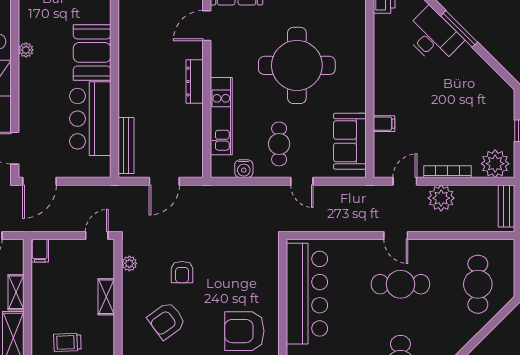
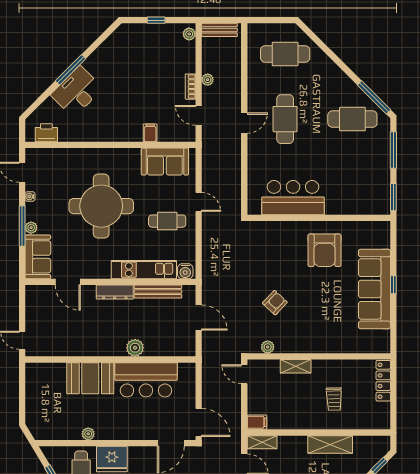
plant: (128, 106) -> (135, 348), added
bench: (126, 146) -> (158, 292), moved
plant: (495, 164) -> (189, 34), width x0.53, depth x0.53
water cooler: (244, 169) -> (185, 271), moved, turned 90
bookcase: (448, 172) -> (190, 87), width x0.64
door: (302, 181) -> (199, 202), hinge flipped
plant: (441, 198) -> (208, 80), width x0.53, depth x0.53
armchair: (182, 272) -> (275, 303), turned -47
shelving: (16, 292) -> (262, 442), moved
bar counter: (307, 294) -> (293, 198), width x0.73
armchair: (167, 321) -> (316, 316), removed

